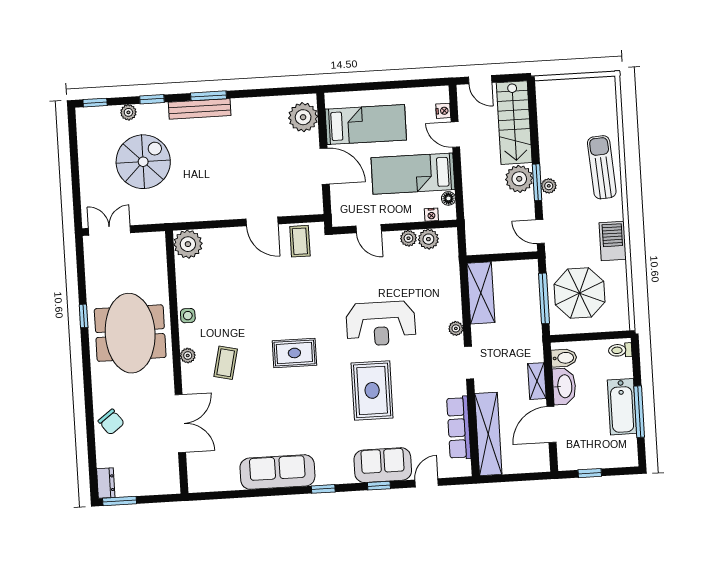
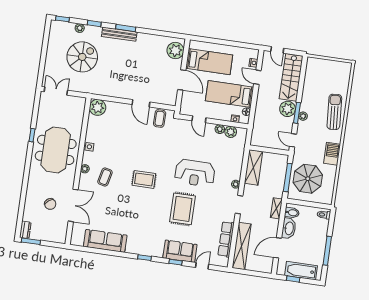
shelving: (537, 381) -> (276, 208), moved
bathtub: (622, 407) -> (301, 271), moved, turned 90
chair: (111, 422) -> (50, 204), moved
sofa: (277, 472) -> (105, 241), moved

